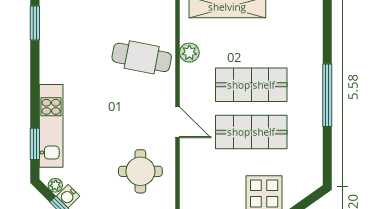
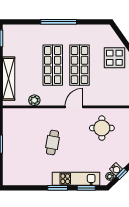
window: (35, 23) -> (58, 188), moved
cafe table: (142, 57) -> (53, 143), moved, width x0.73, depth x0.74

